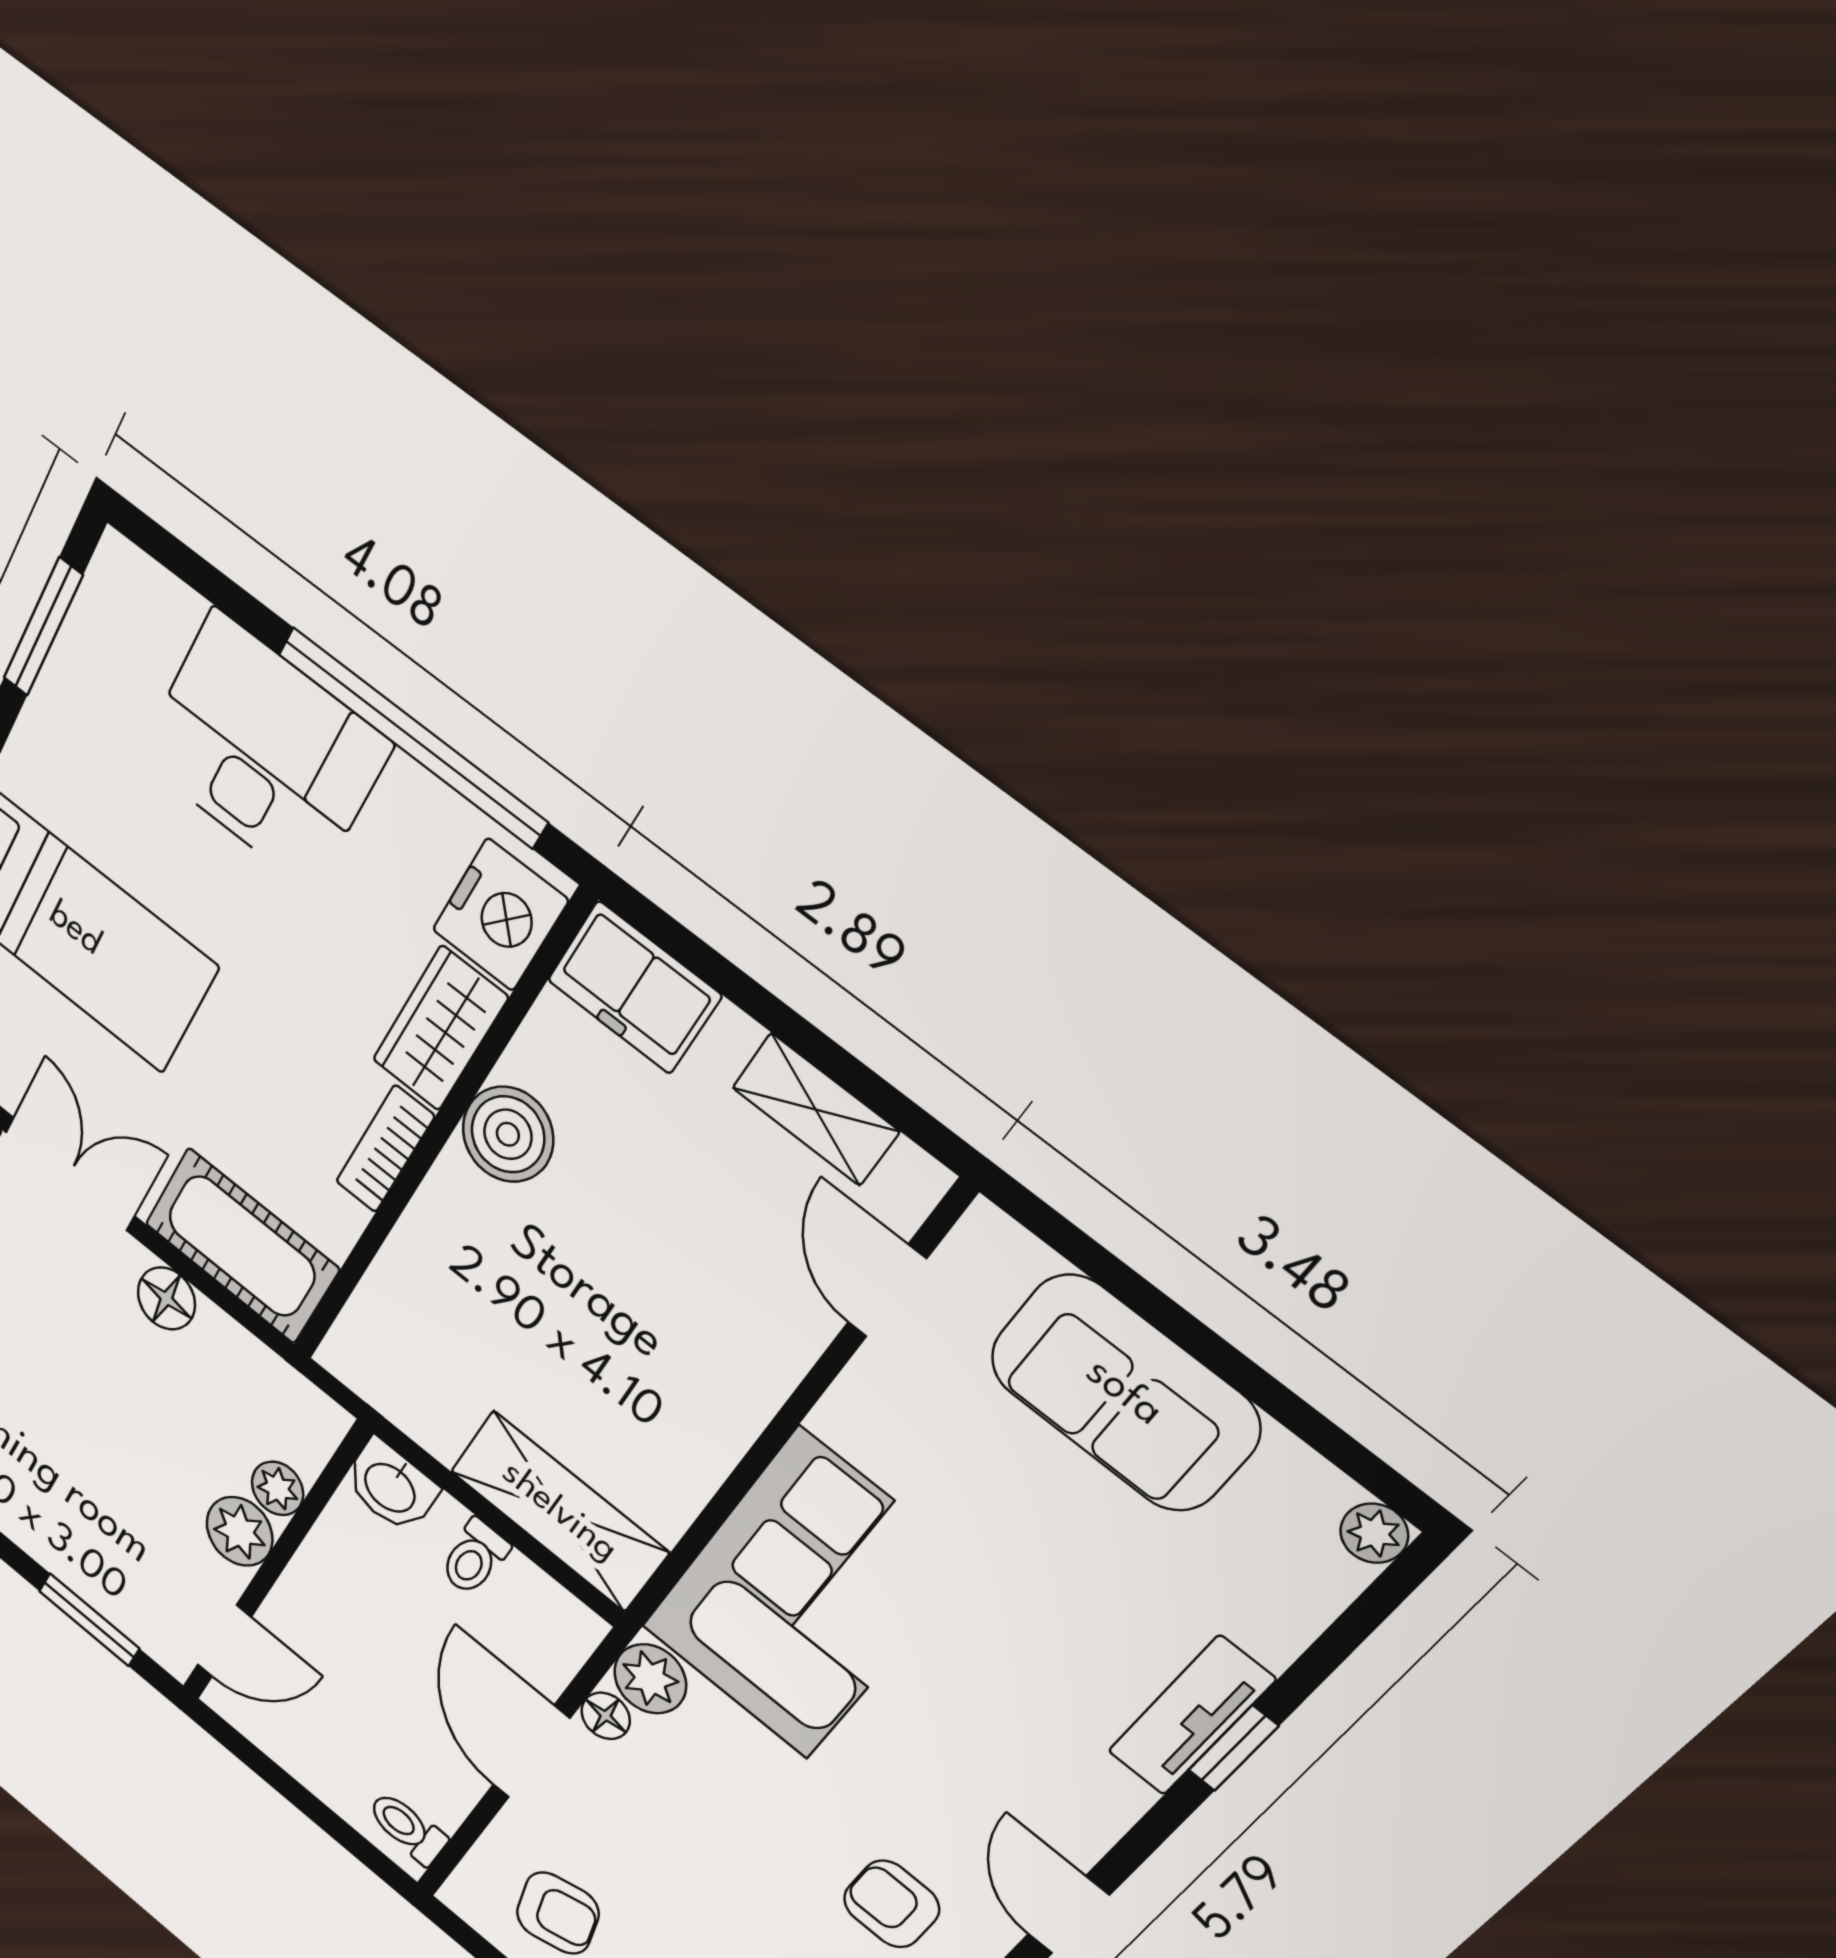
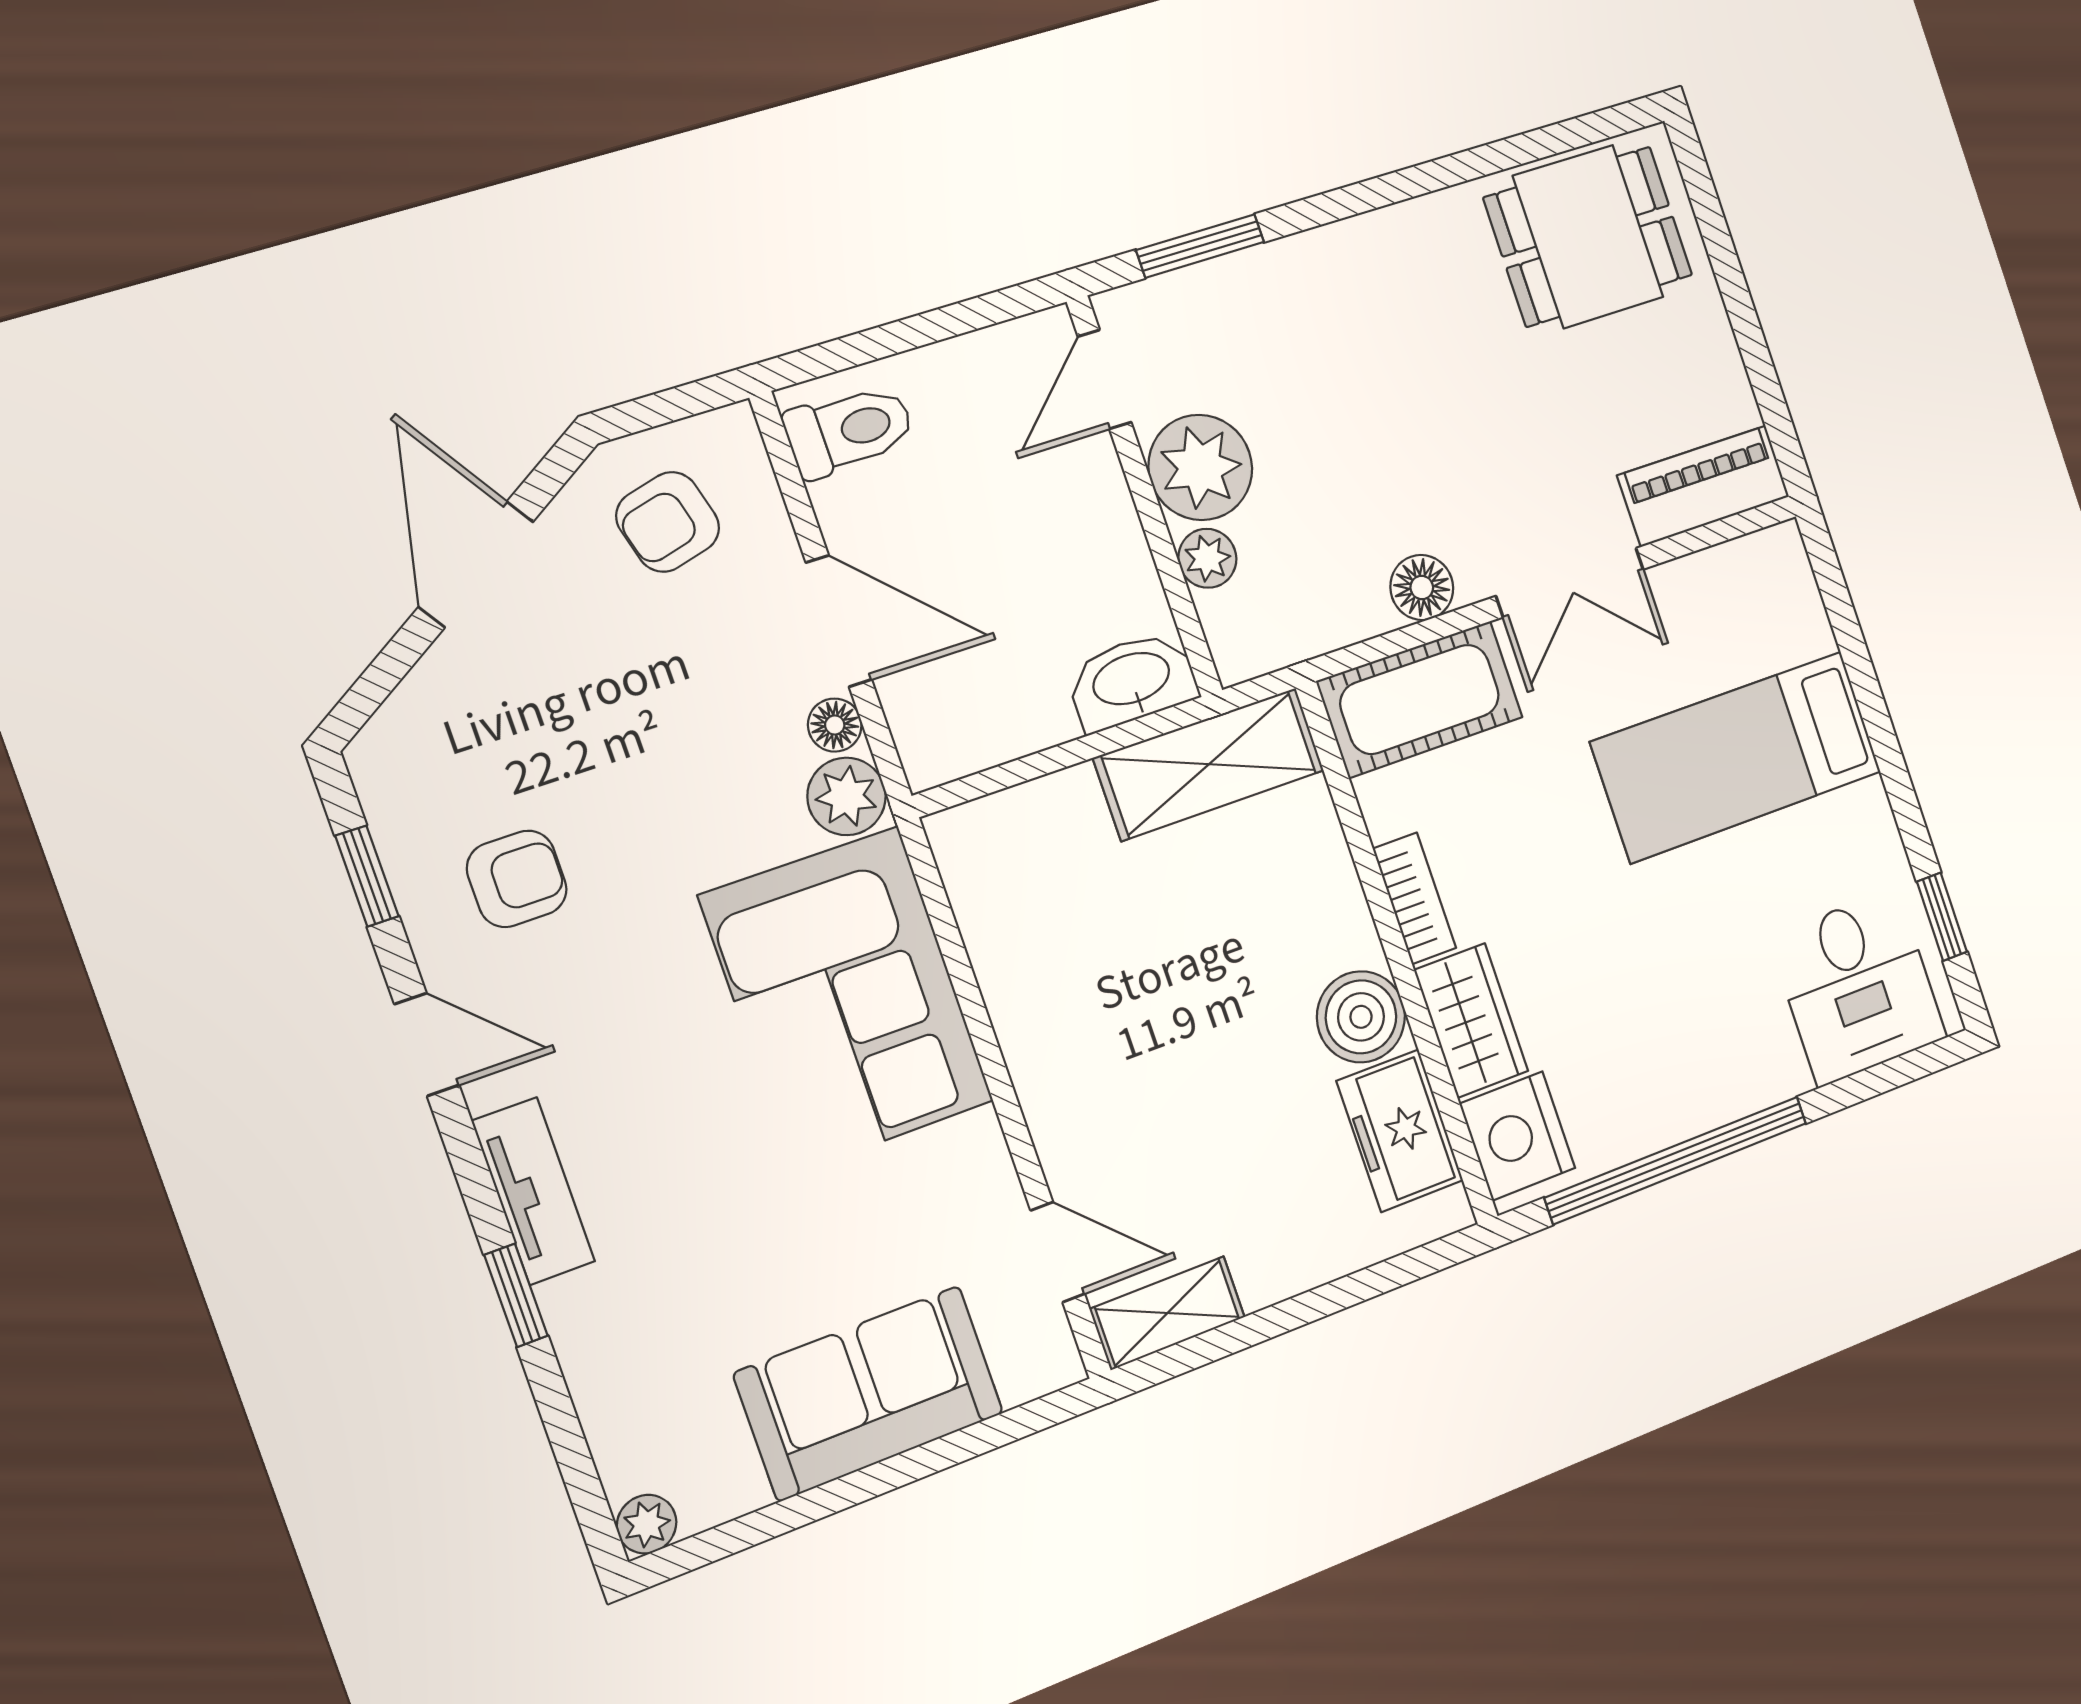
window: (43, 627) -> (1942, 917), width x0.67
desk: (263, 751) -> (1858, 987), moved, width x0.73
freezer: (634, 988) -> (1400, 1131), moved, turned -90
shelving: (816, 1109) -> (1167, 1313), moved
washbasin: (391, 1486) -> (1132, 681), width x1.38
shelving: (559, 1512) -> (1209, 764), moved
plant: (240, 1531) -> (1200, 467), width x1.36, depth x1.36
toilet: (474, 1558) -> (1043, 707), removed
tv unit: (1191, 1716) -> (533, 1191), moved
toilet: (407, 1828) -> (849, 430), width x1.37, depth x1.39

